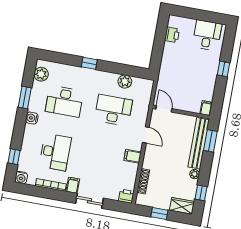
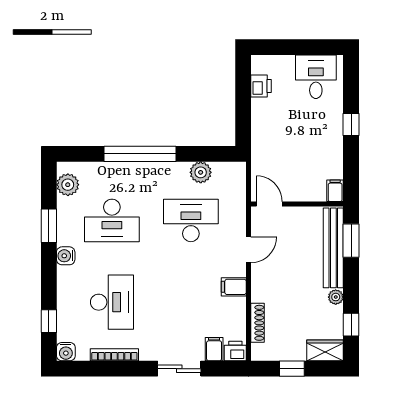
window: (89, 63) -> (140, 154), width x3.17
door: (146, 135) -> (248, 250), hinge flipped
filing cabinet: (73, 185) -> (214, 349), moved

